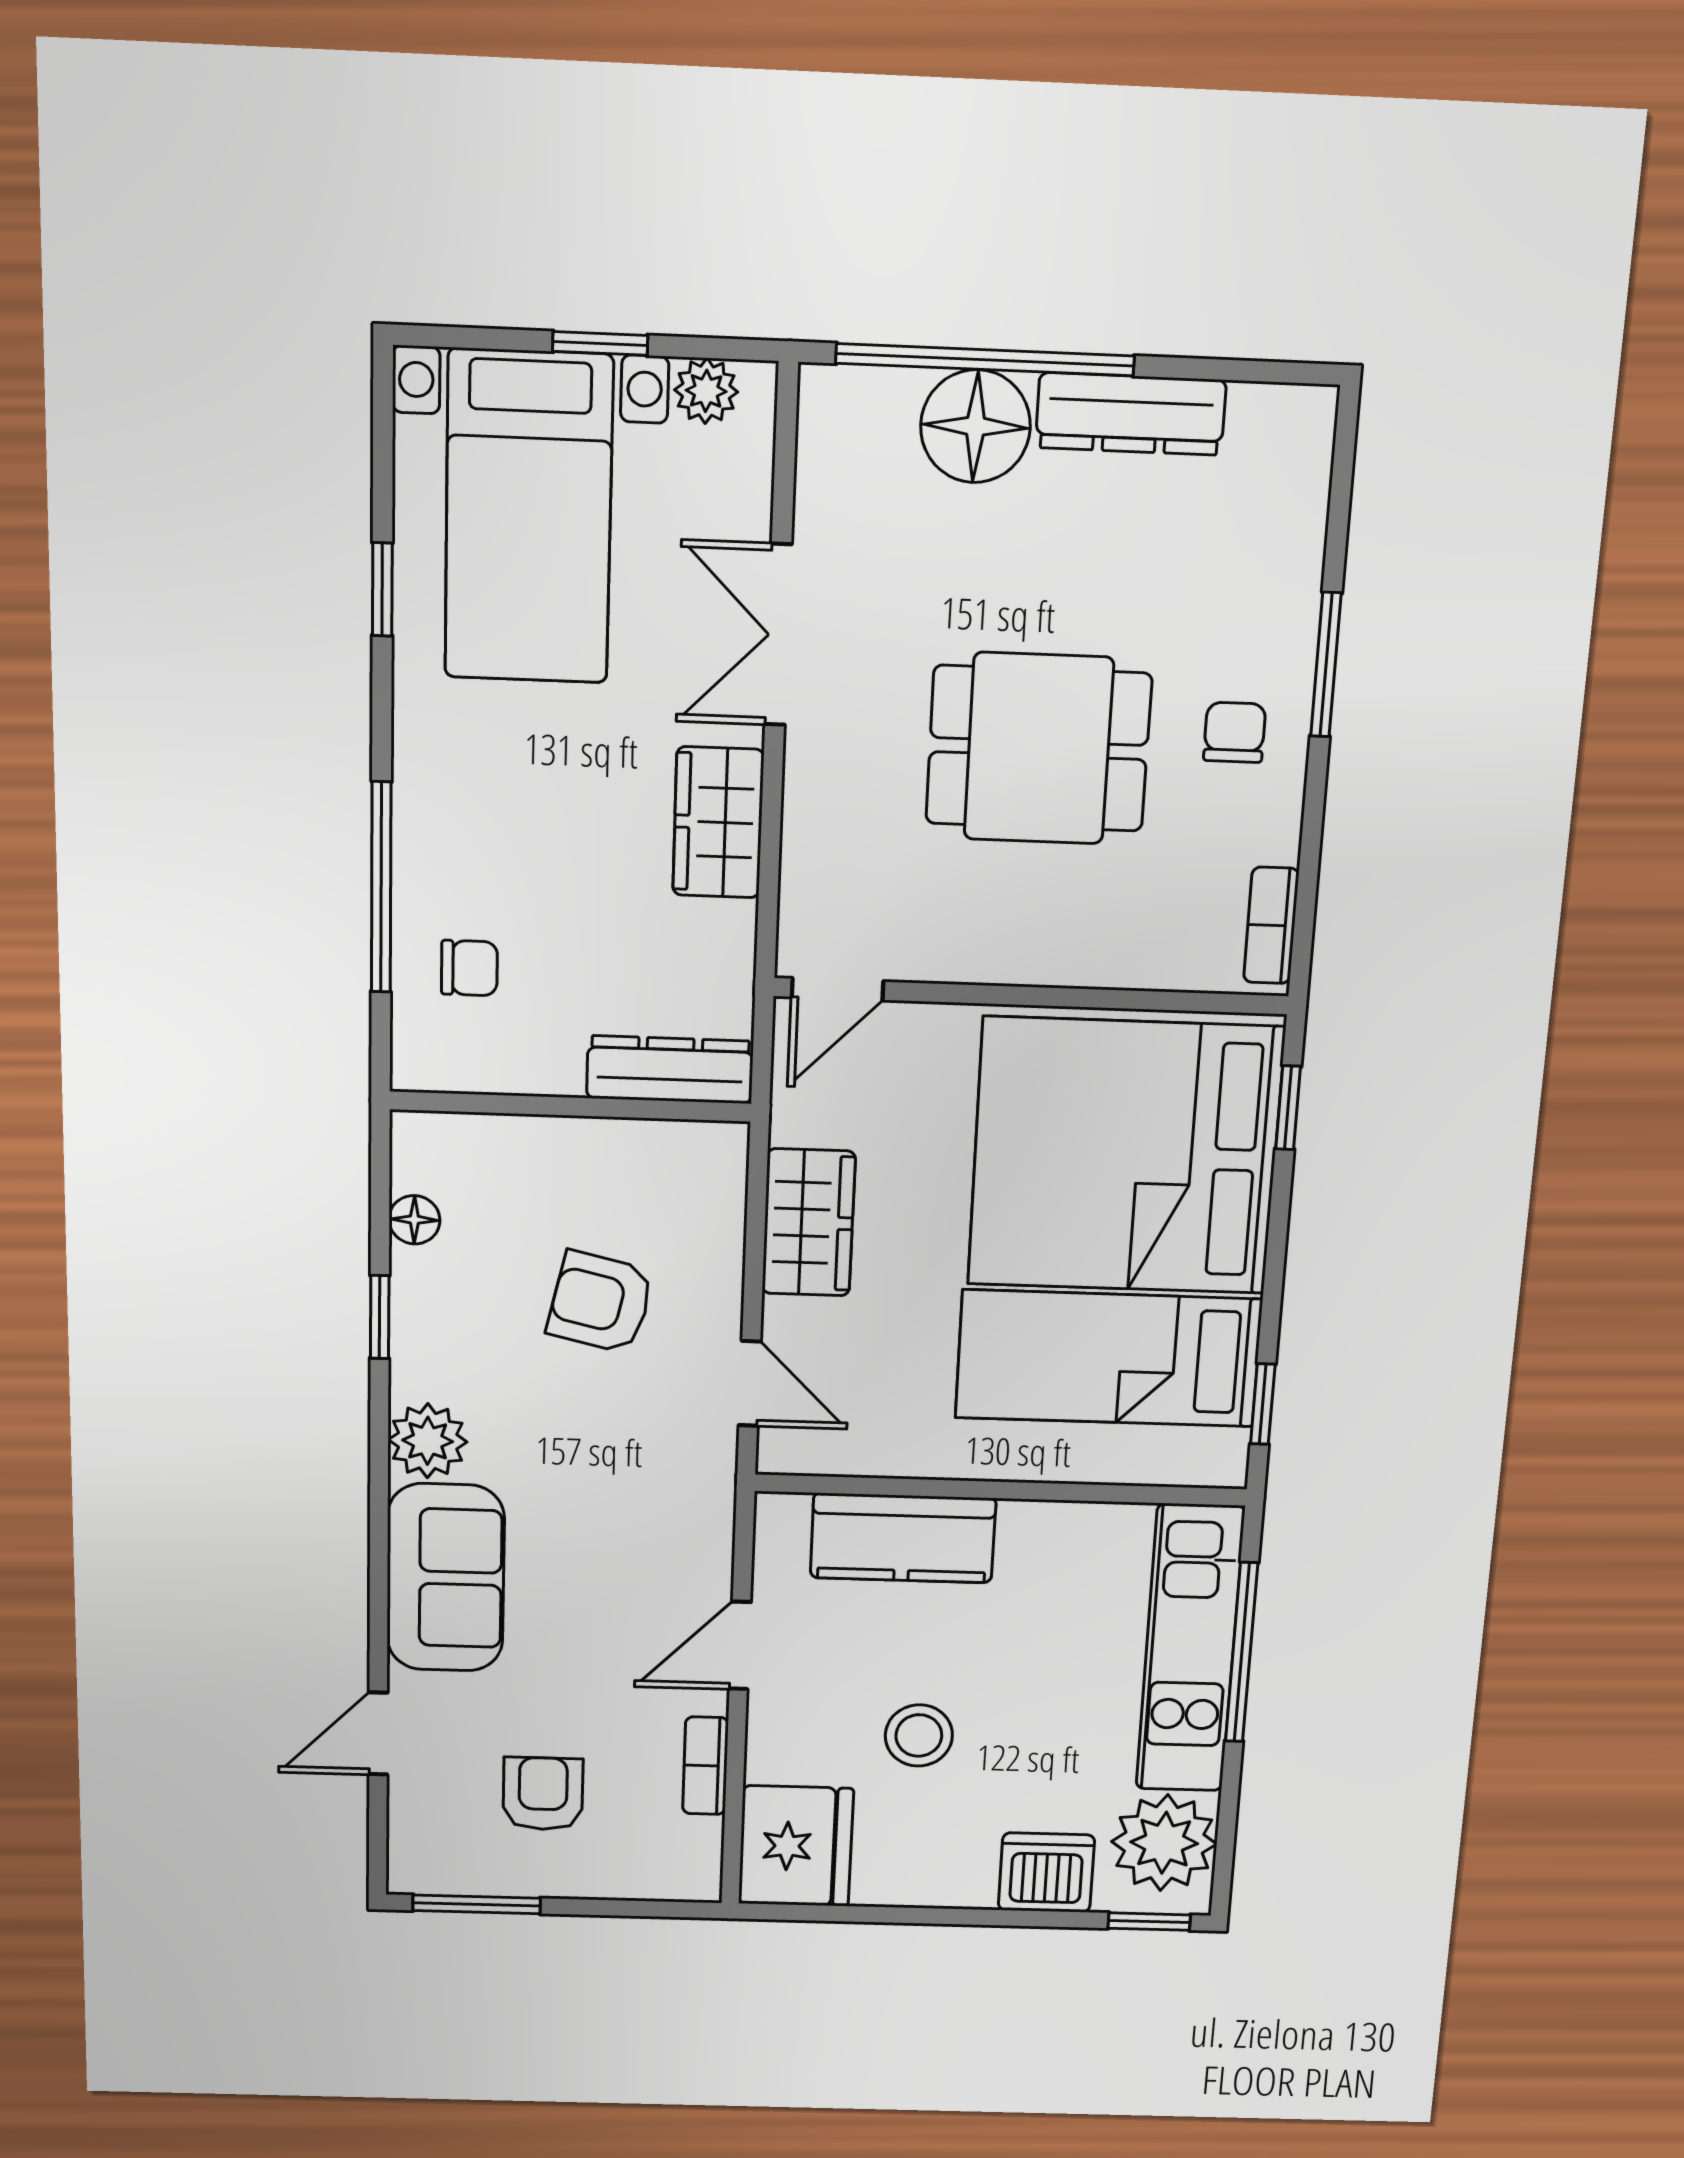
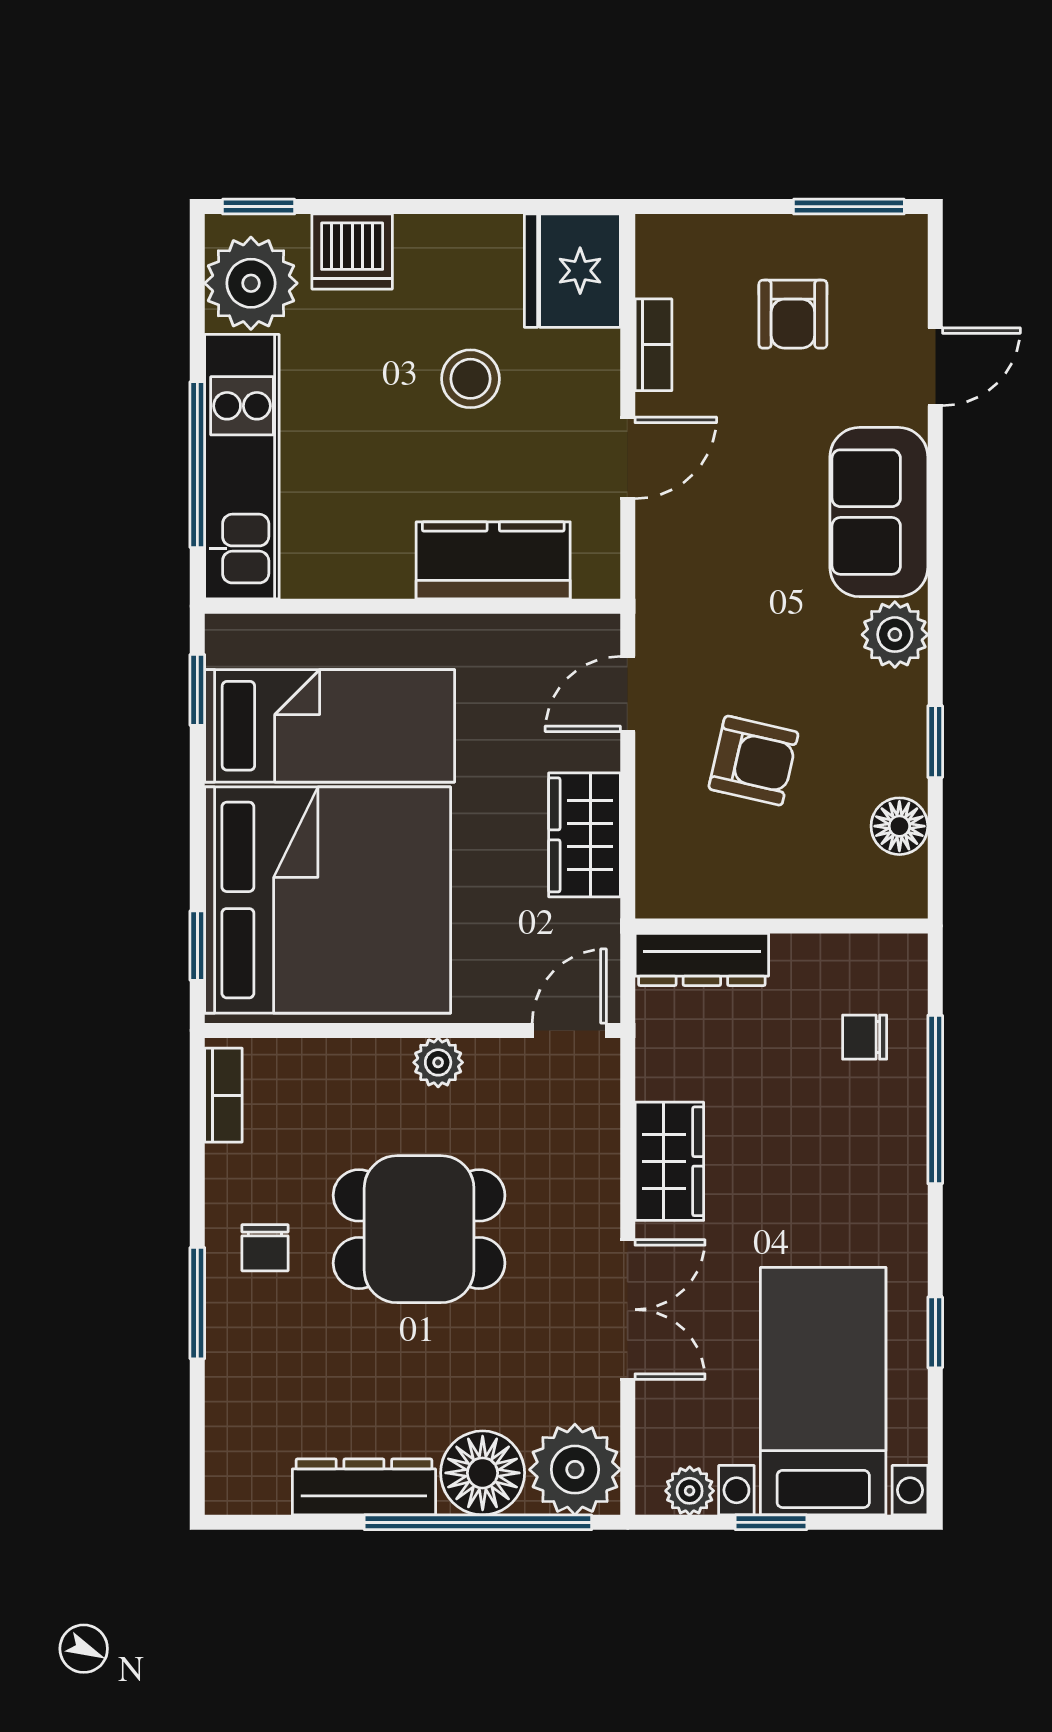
plant: (855, 426) -> (575, 1470), added
plant: (1002, 956) -> (438, 1062), added
floor lamp: (414, 1220) -> (899, 826), width x1.37, depth x1.37
door: (750, 1383) -> (628, 694), hinge flipped

